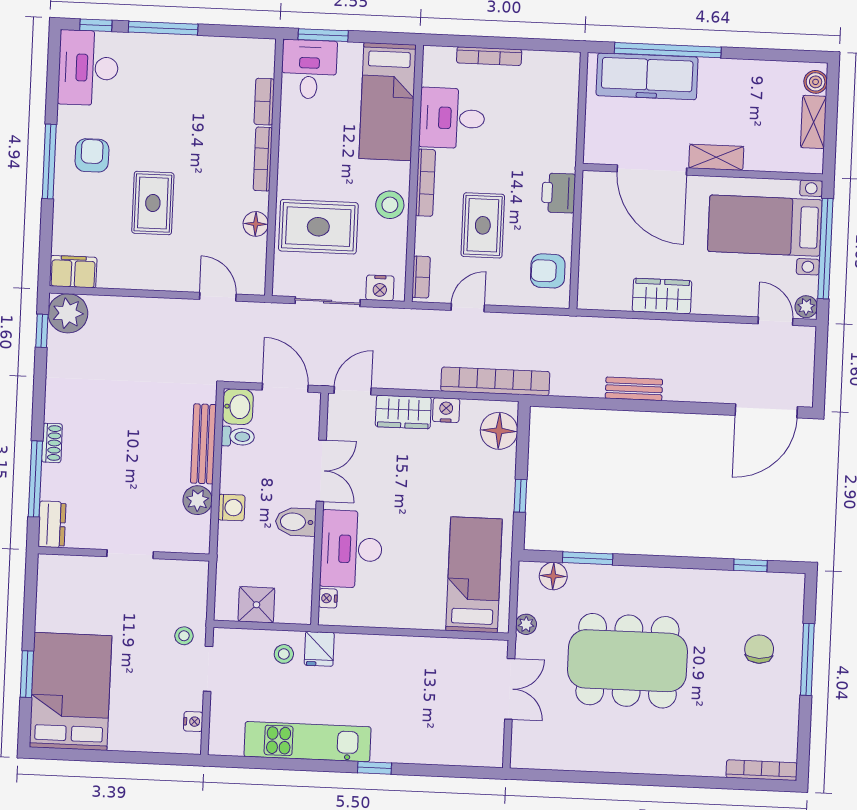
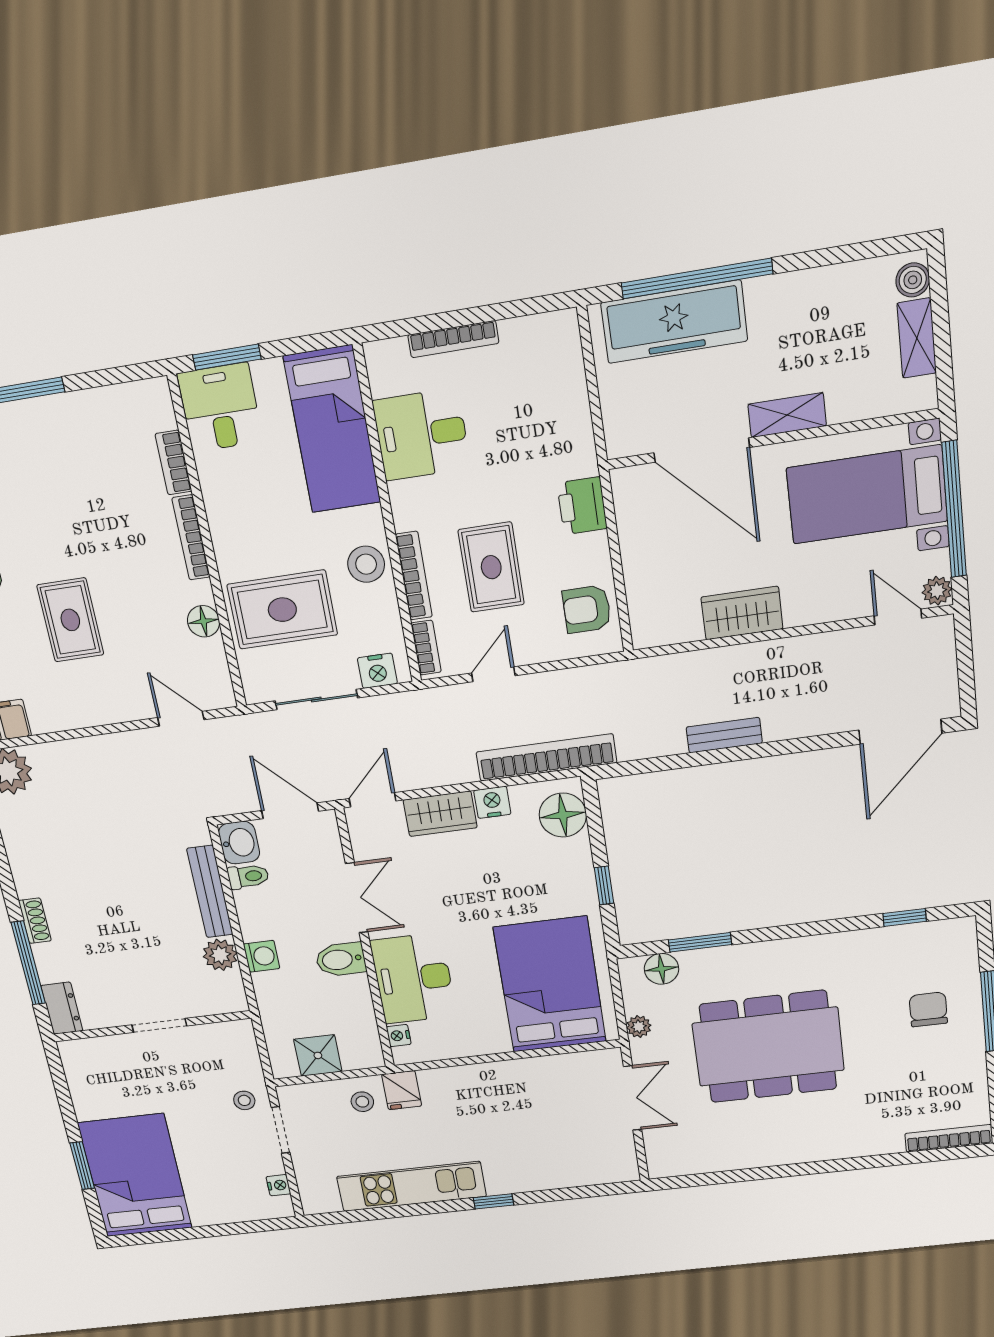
bookcase: (425, 183) -> (414, 576), moved
bed: (474, 575) -> (550, 985), width x1.50

